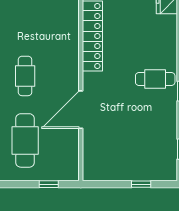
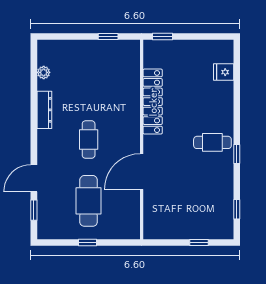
window: (49, 184) -> (87, 243), moved

